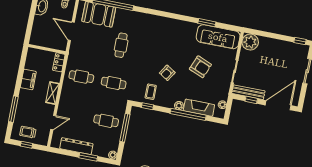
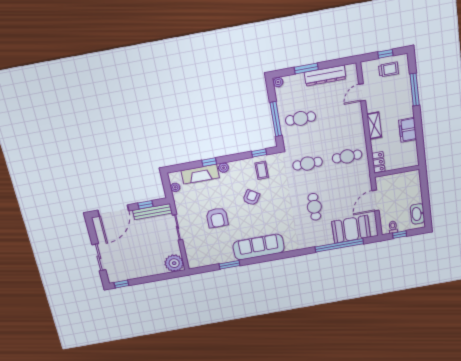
door: (71, 31) -> (376, 200), swing flipped
sofa: (218, 37) -> (259, 247), moved
armchair: (200, 67) -> (217, 218), turned -112
window: (188, 114) -> (209, 162), width x0.32

